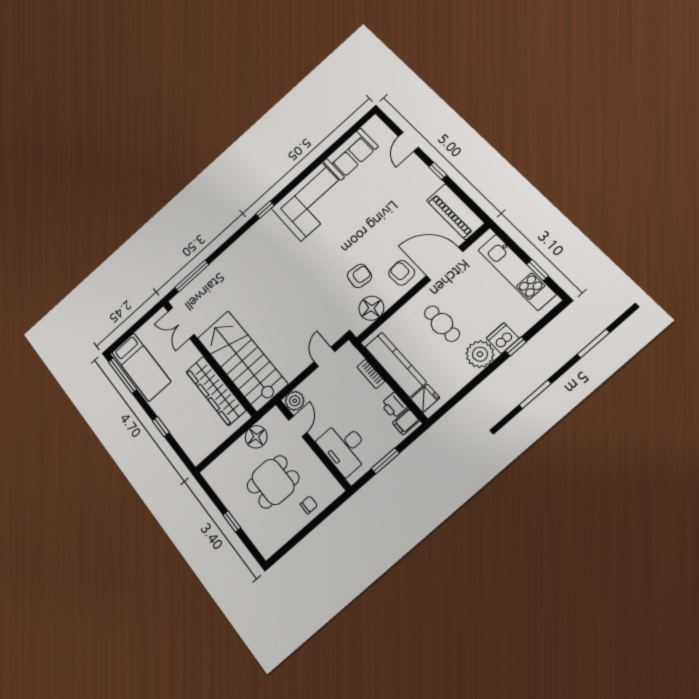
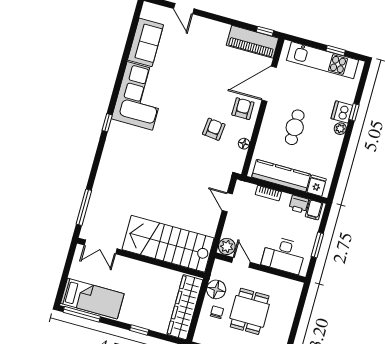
window: (438, 171) -> (265, 31), moved
armchair: (402, 273) -> (243, 109), turned 93
floor lamp: (371, 308) -> (244, 144), width x0.53, depth x0.53
cafe table: (442, 324) -> (295, 127), turned 90
plant: (480, 354) -> (340, 129), width x0.53, depth x0.53
wardrobe: (216, 391) -> (185, 307), moved, turned 90
chair: (309, 505) -> (217, 312), moved

